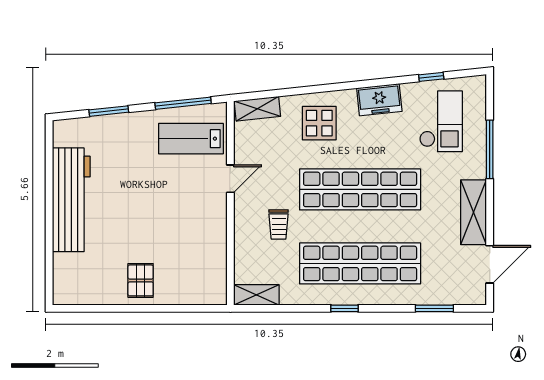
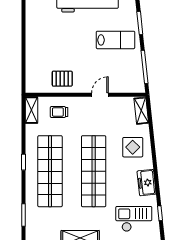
checkout: (441, 121) -> (134, 219), turned 180
lab bench: (191, 139) -> (116, 40), moved, turned 90
door: (230, 179) -> (100, 95), swing flipped
trolley: (279, 224) -> (59, 112), moved
pallet: (141, 280) -> (62, 79), moved

